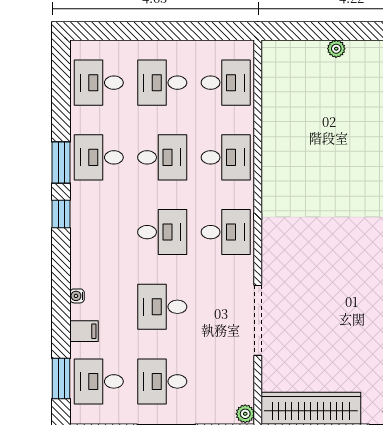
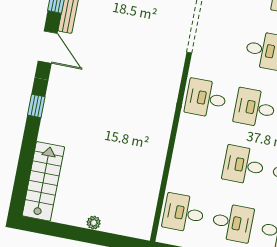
desk: (226, 157) -> (195, 156), removed

